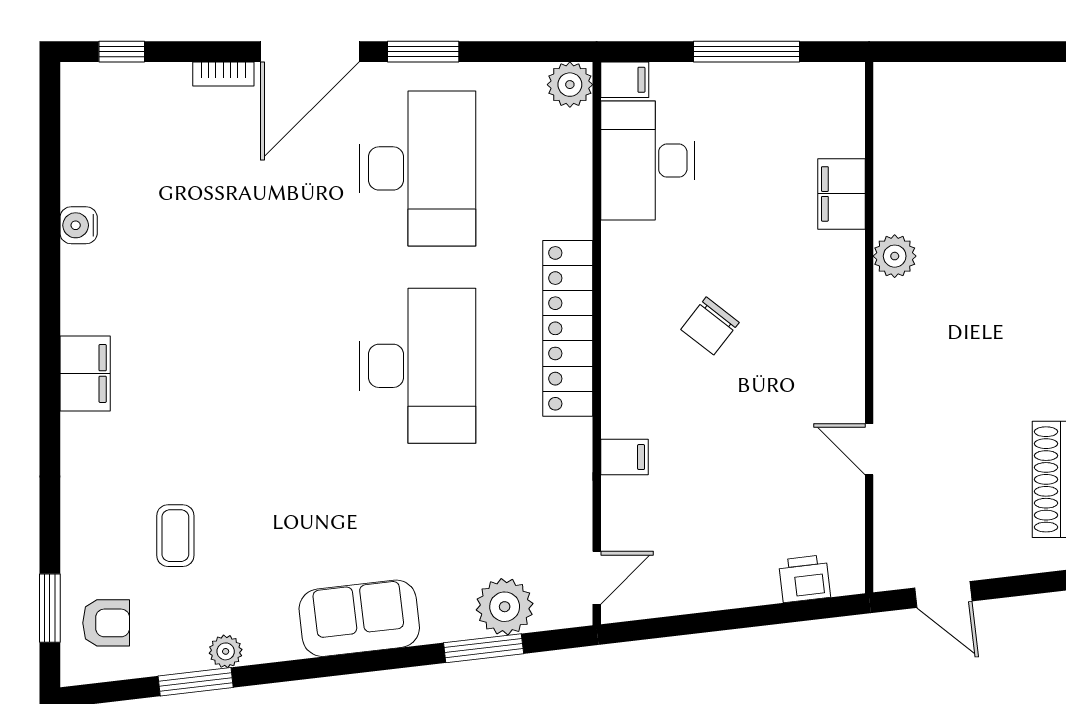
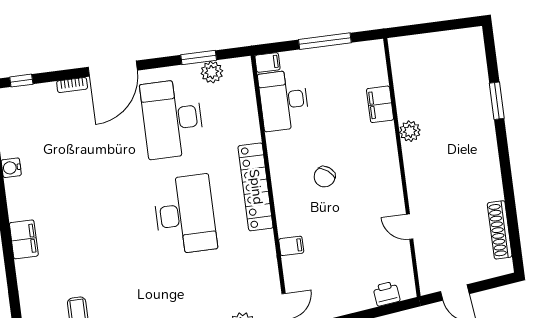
window: (423, 52) -> (199, 58), moved
plant: (570, 85) -> (212, 72), moved
desk: (417, 168) -> (172, 119), turned 180

